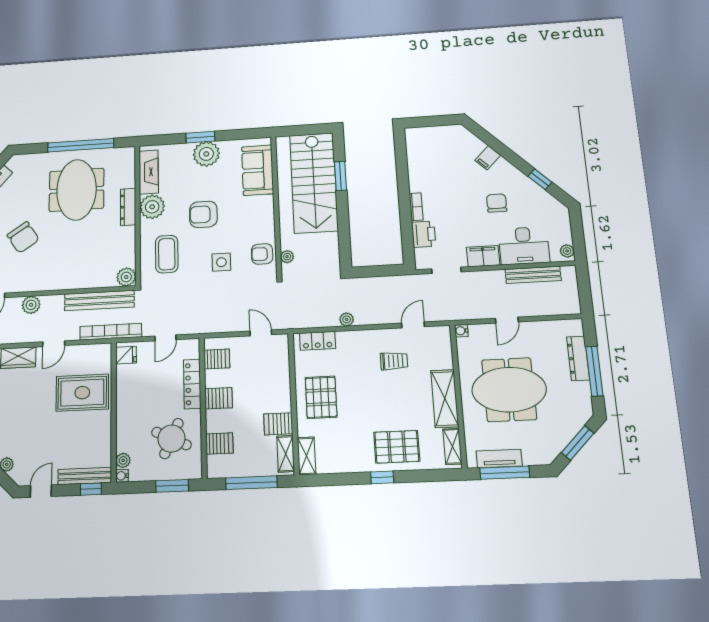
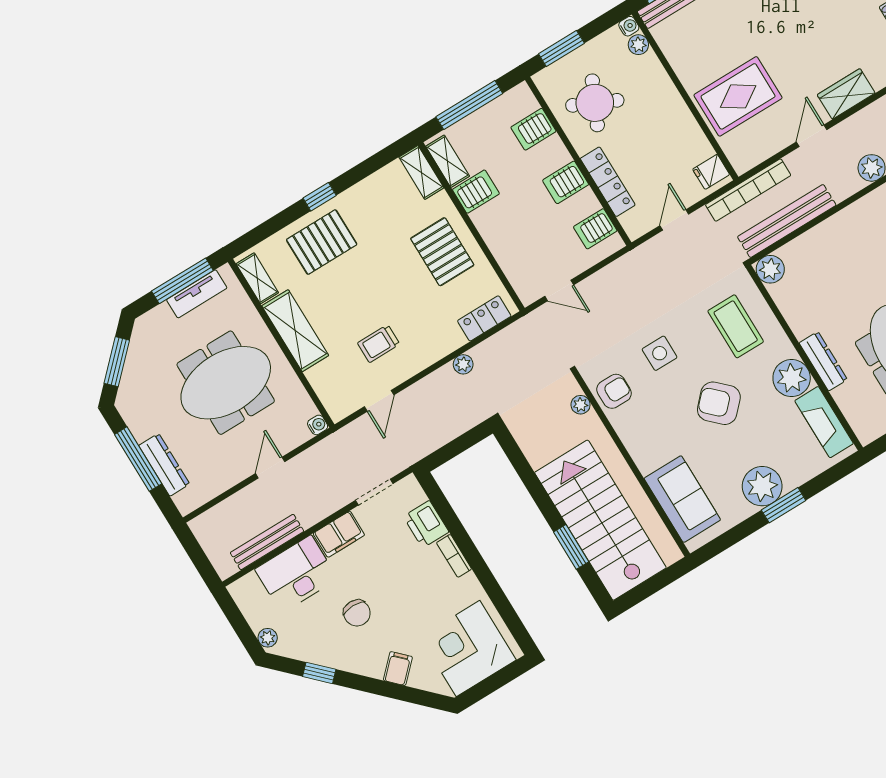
corner desk: (437, 148) -> (468, 648), added
armchair: (203, 214) -> (719, 403), turned -136
plant: (567, 251) -> (268, 638), moved

